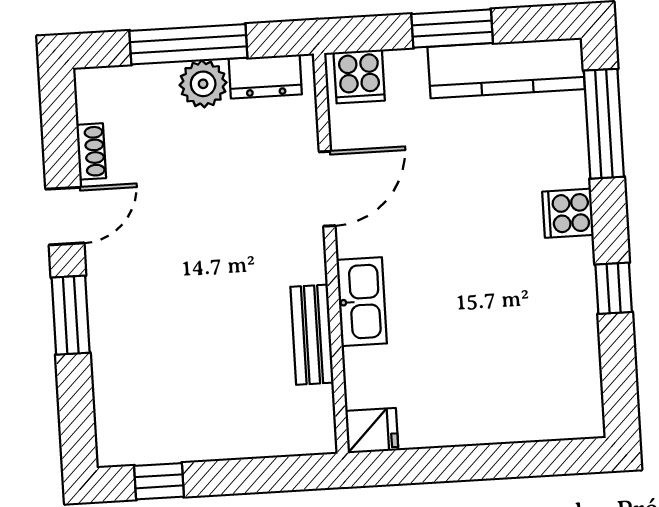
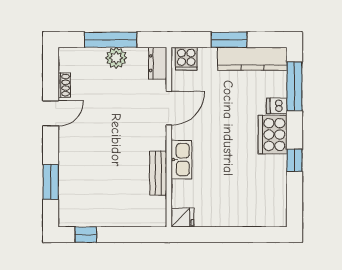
dresser: (265, 76) -> (158, 63), moved, turned 90
dishwasher: (567, 169) -> (277, 106), added
cooker: (568, 213) -> (273, 135), width x1.87, depth x1.31
window: (71, 315) -> (51, 182), moved

